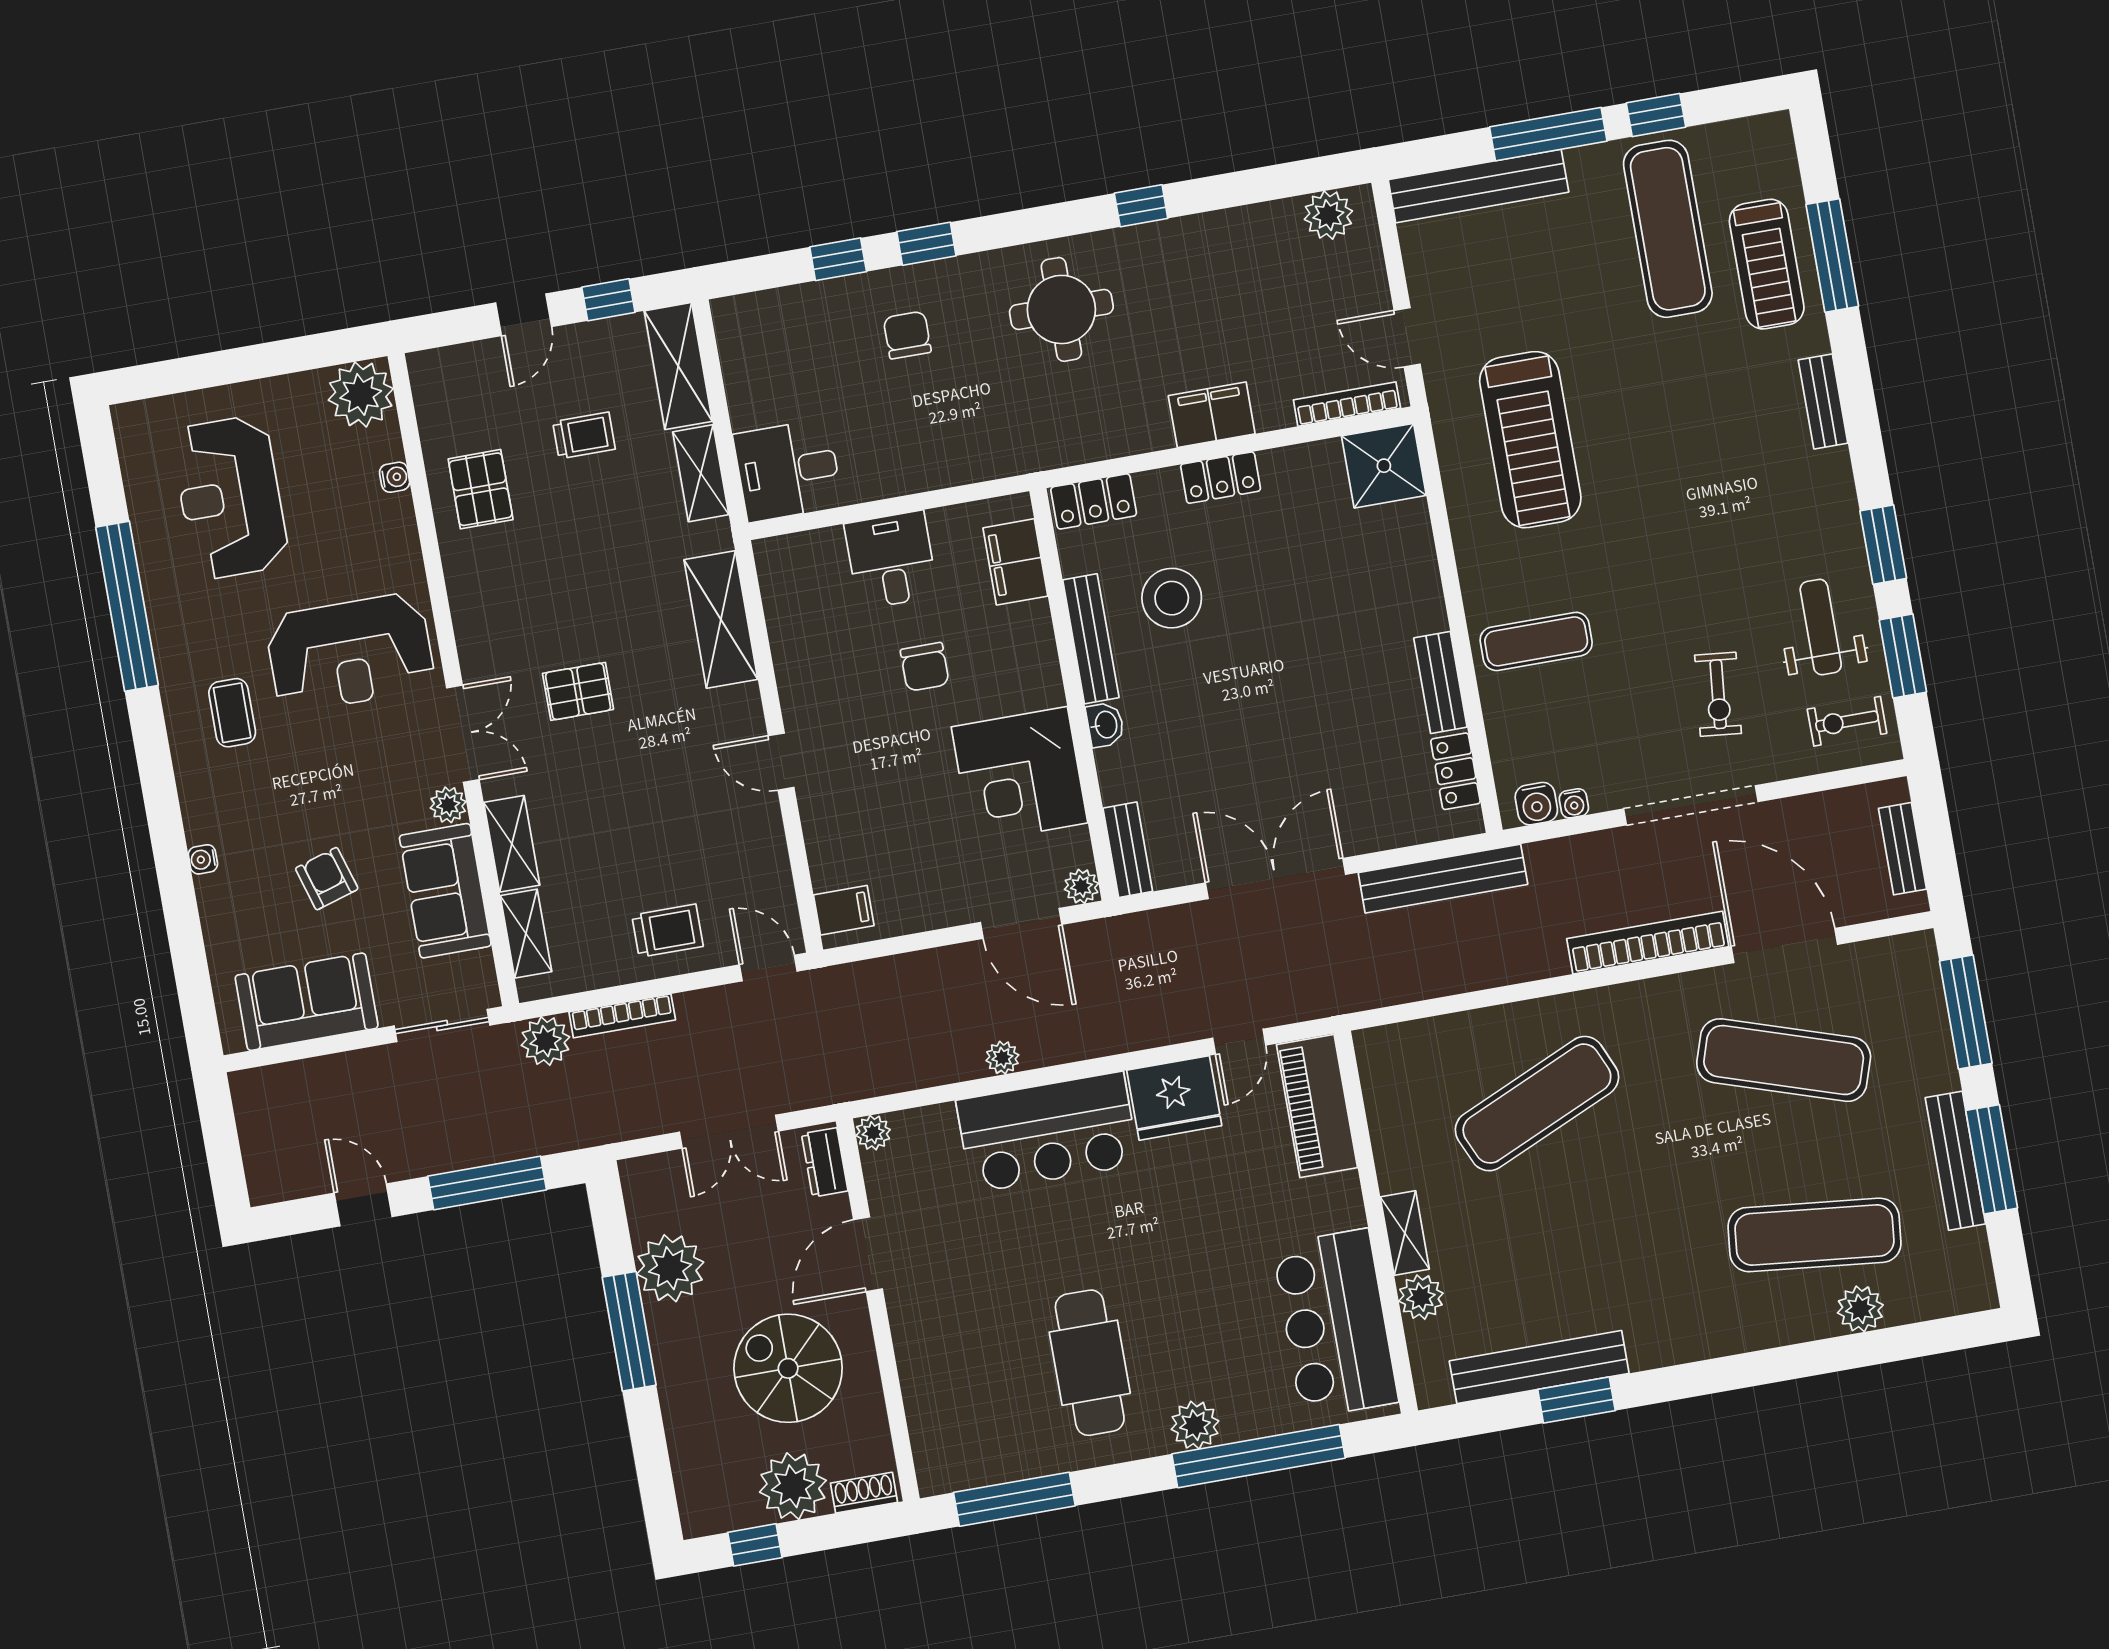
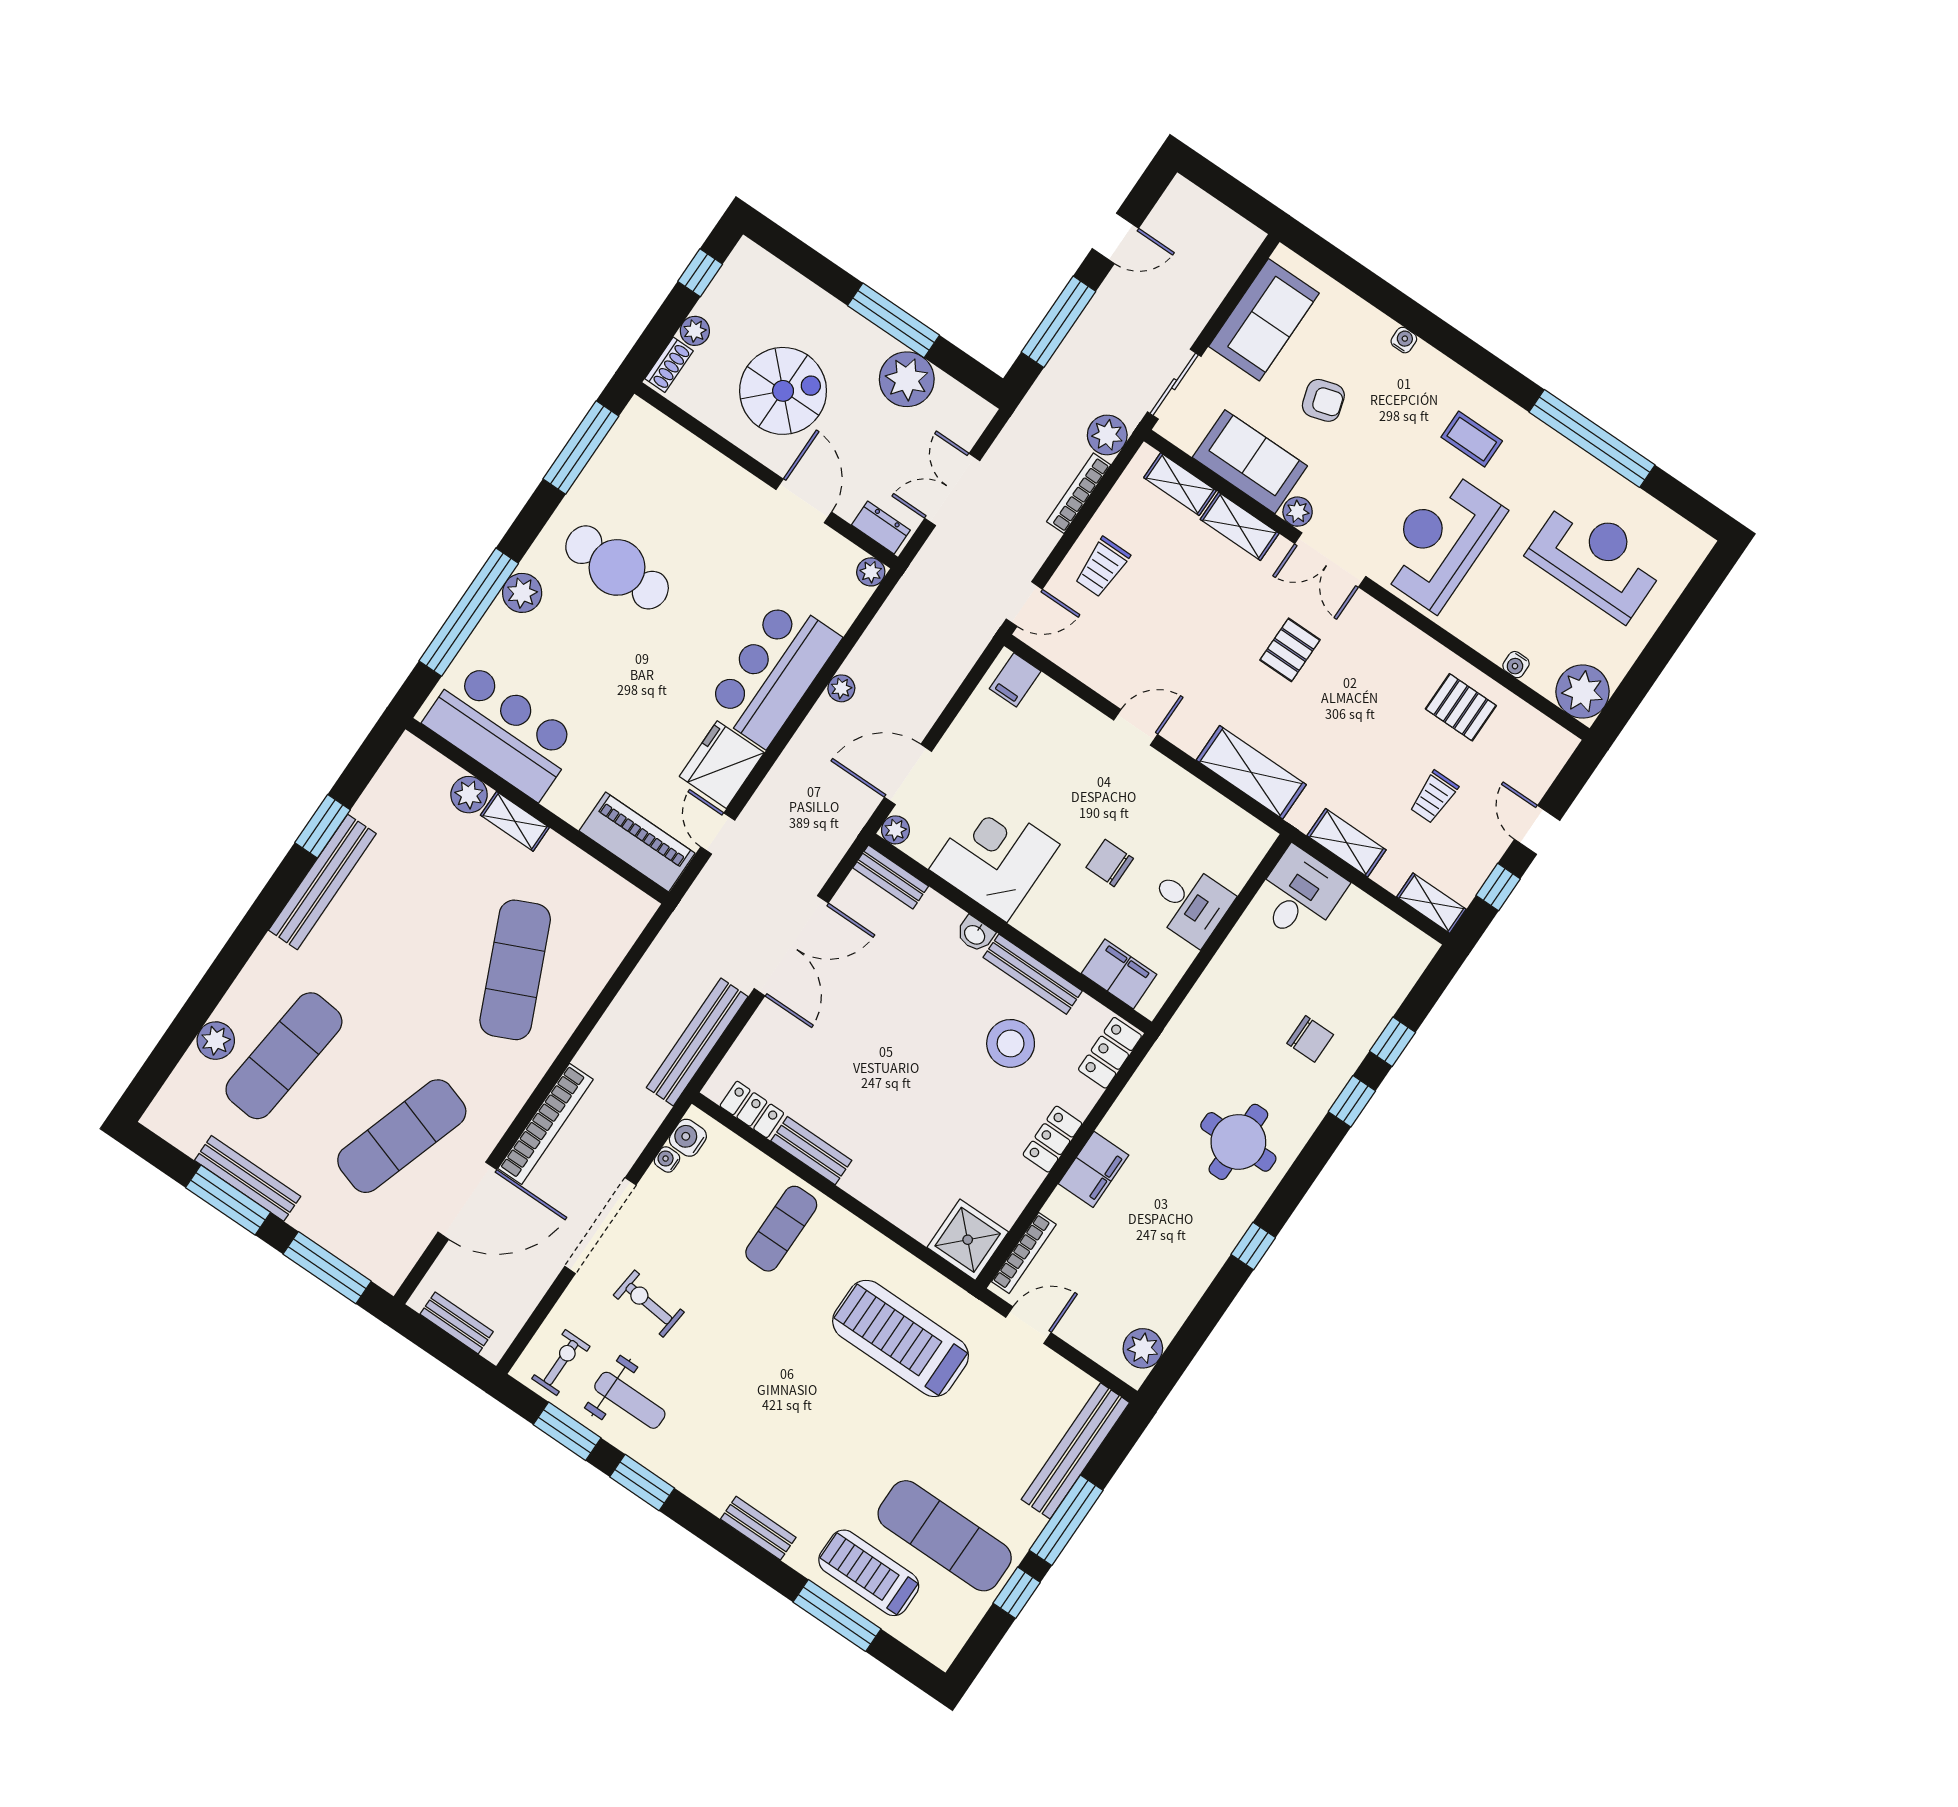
shelving: (678, 366) -> (1431, 903), width x0.67, depth x0.75
bench: (1539, 1367) -> (322, 882), moved
plant: (793, 1486) -> (695, 331), width x0.53, depth x0.53

